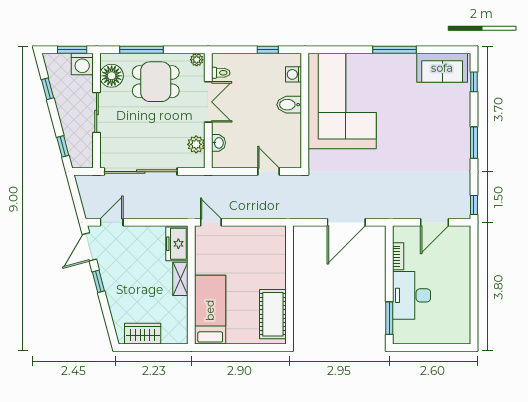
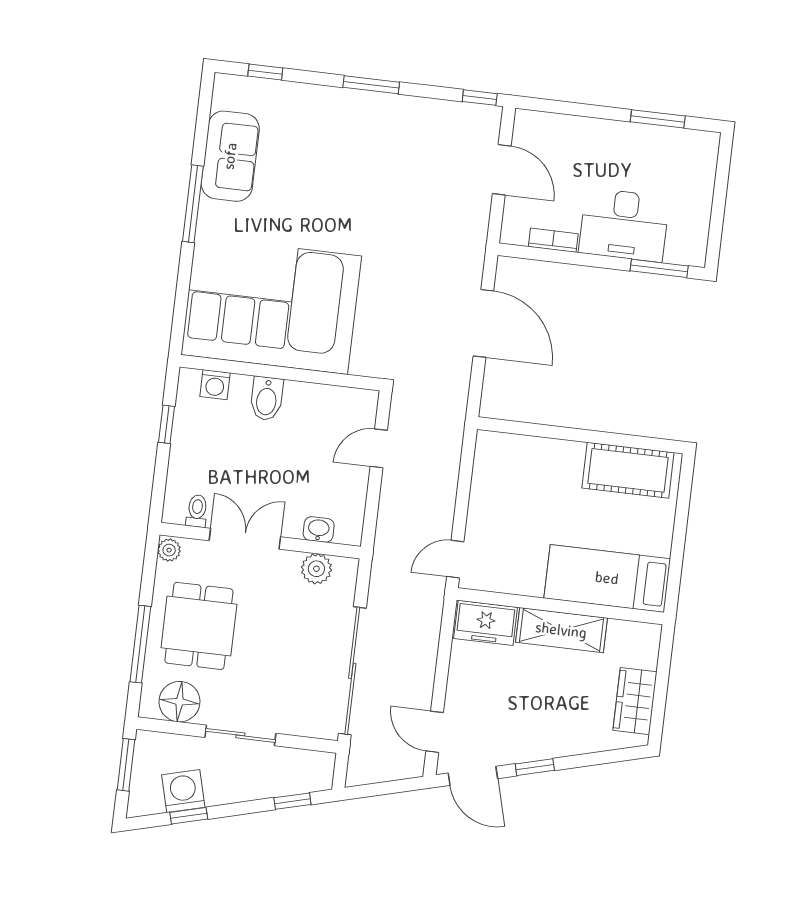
washing machine: (82, 64) -> (183, 791), moved, turned -105
sofa: (442, 68) -> (230, 156), moved
shelving: (180, 279) -> (561, 630), width x1.50, depth x1.33
window: (474, 307) -> (658, 119), added

